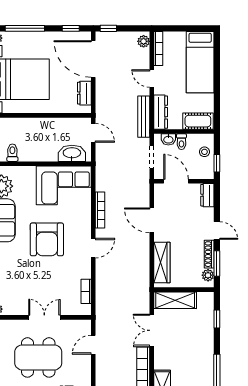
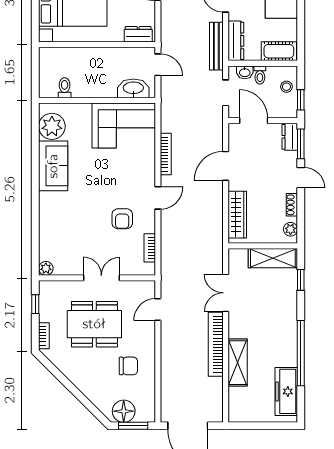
dresser: (84, 93) -> (138, 34), moved, turned 90
door: (152, 220) -> (226, 166), hinge flipped
armchair: (47, 239) -> (122, 219), moved, width x0.53, depth x0.53
shoe rack: (209, 254) -> (292, 205), width x0.70
window: (217, 264) -> (301, 144), moved
shelving: (175, 300) -> (273, 258), moved

